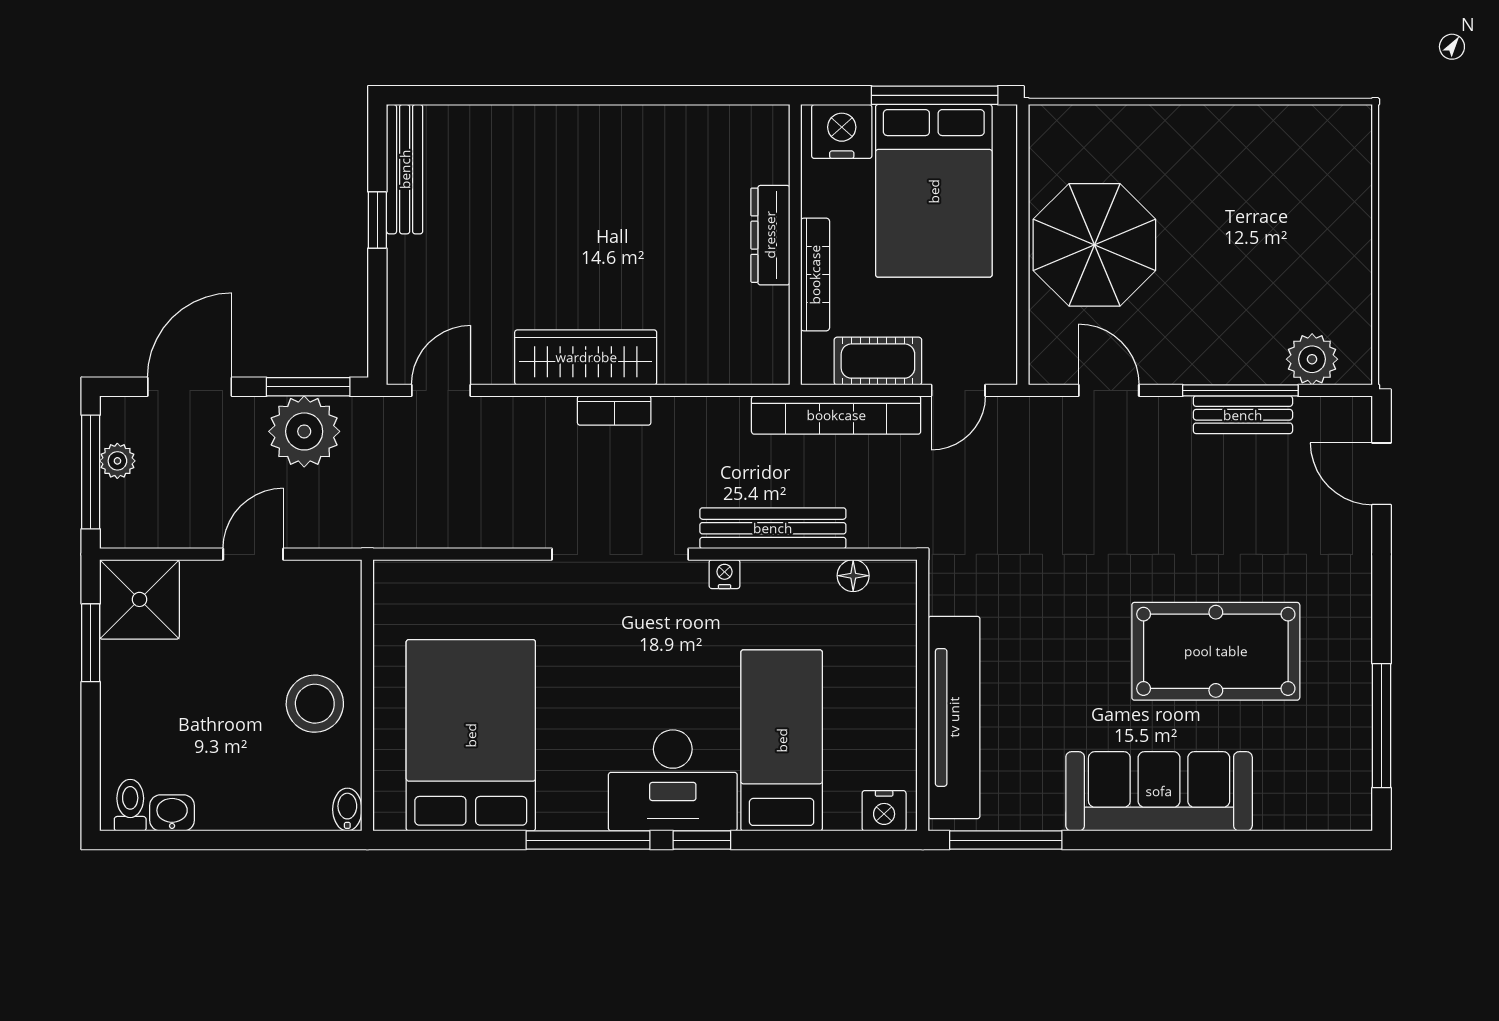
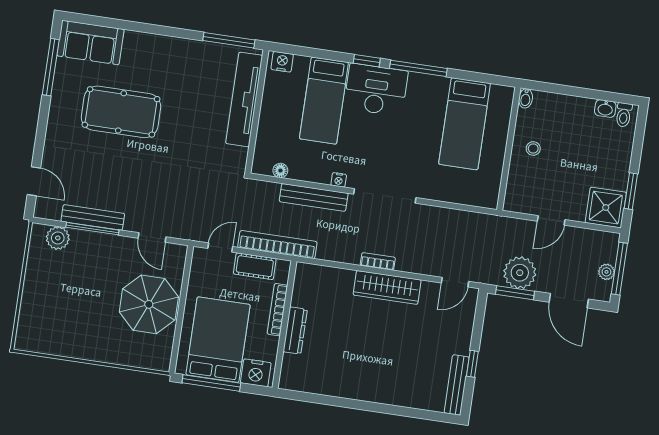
door: (190, 387) -> (569, 301), hinge flipped
bench: (1243, 415) -> (93, 217), width x1.36
stool: (315, 704) -> (533, 149), width x0.53, depth x0.53
bed: (471, 735) -> (465, 124), width x0.67
sofa: (1159, 791) -> (90, 42), moved, width x0.73

